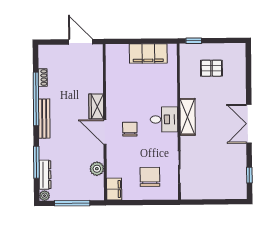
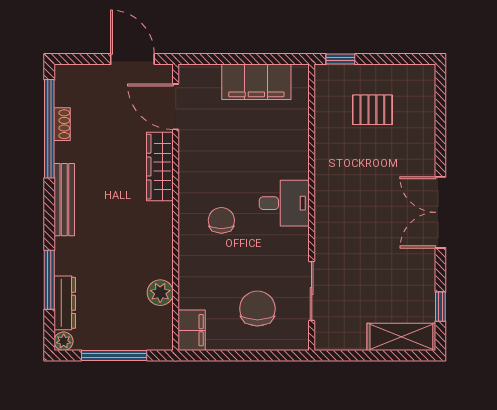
window: (36, 99) -> (49, 129), moved
wardrobe: (96, 106) -> (160, 167), width x1.50
shelving: (188, 117) -> (401, 337), moved, turned 90
door: (105, 132) -> (176, 107), moved

